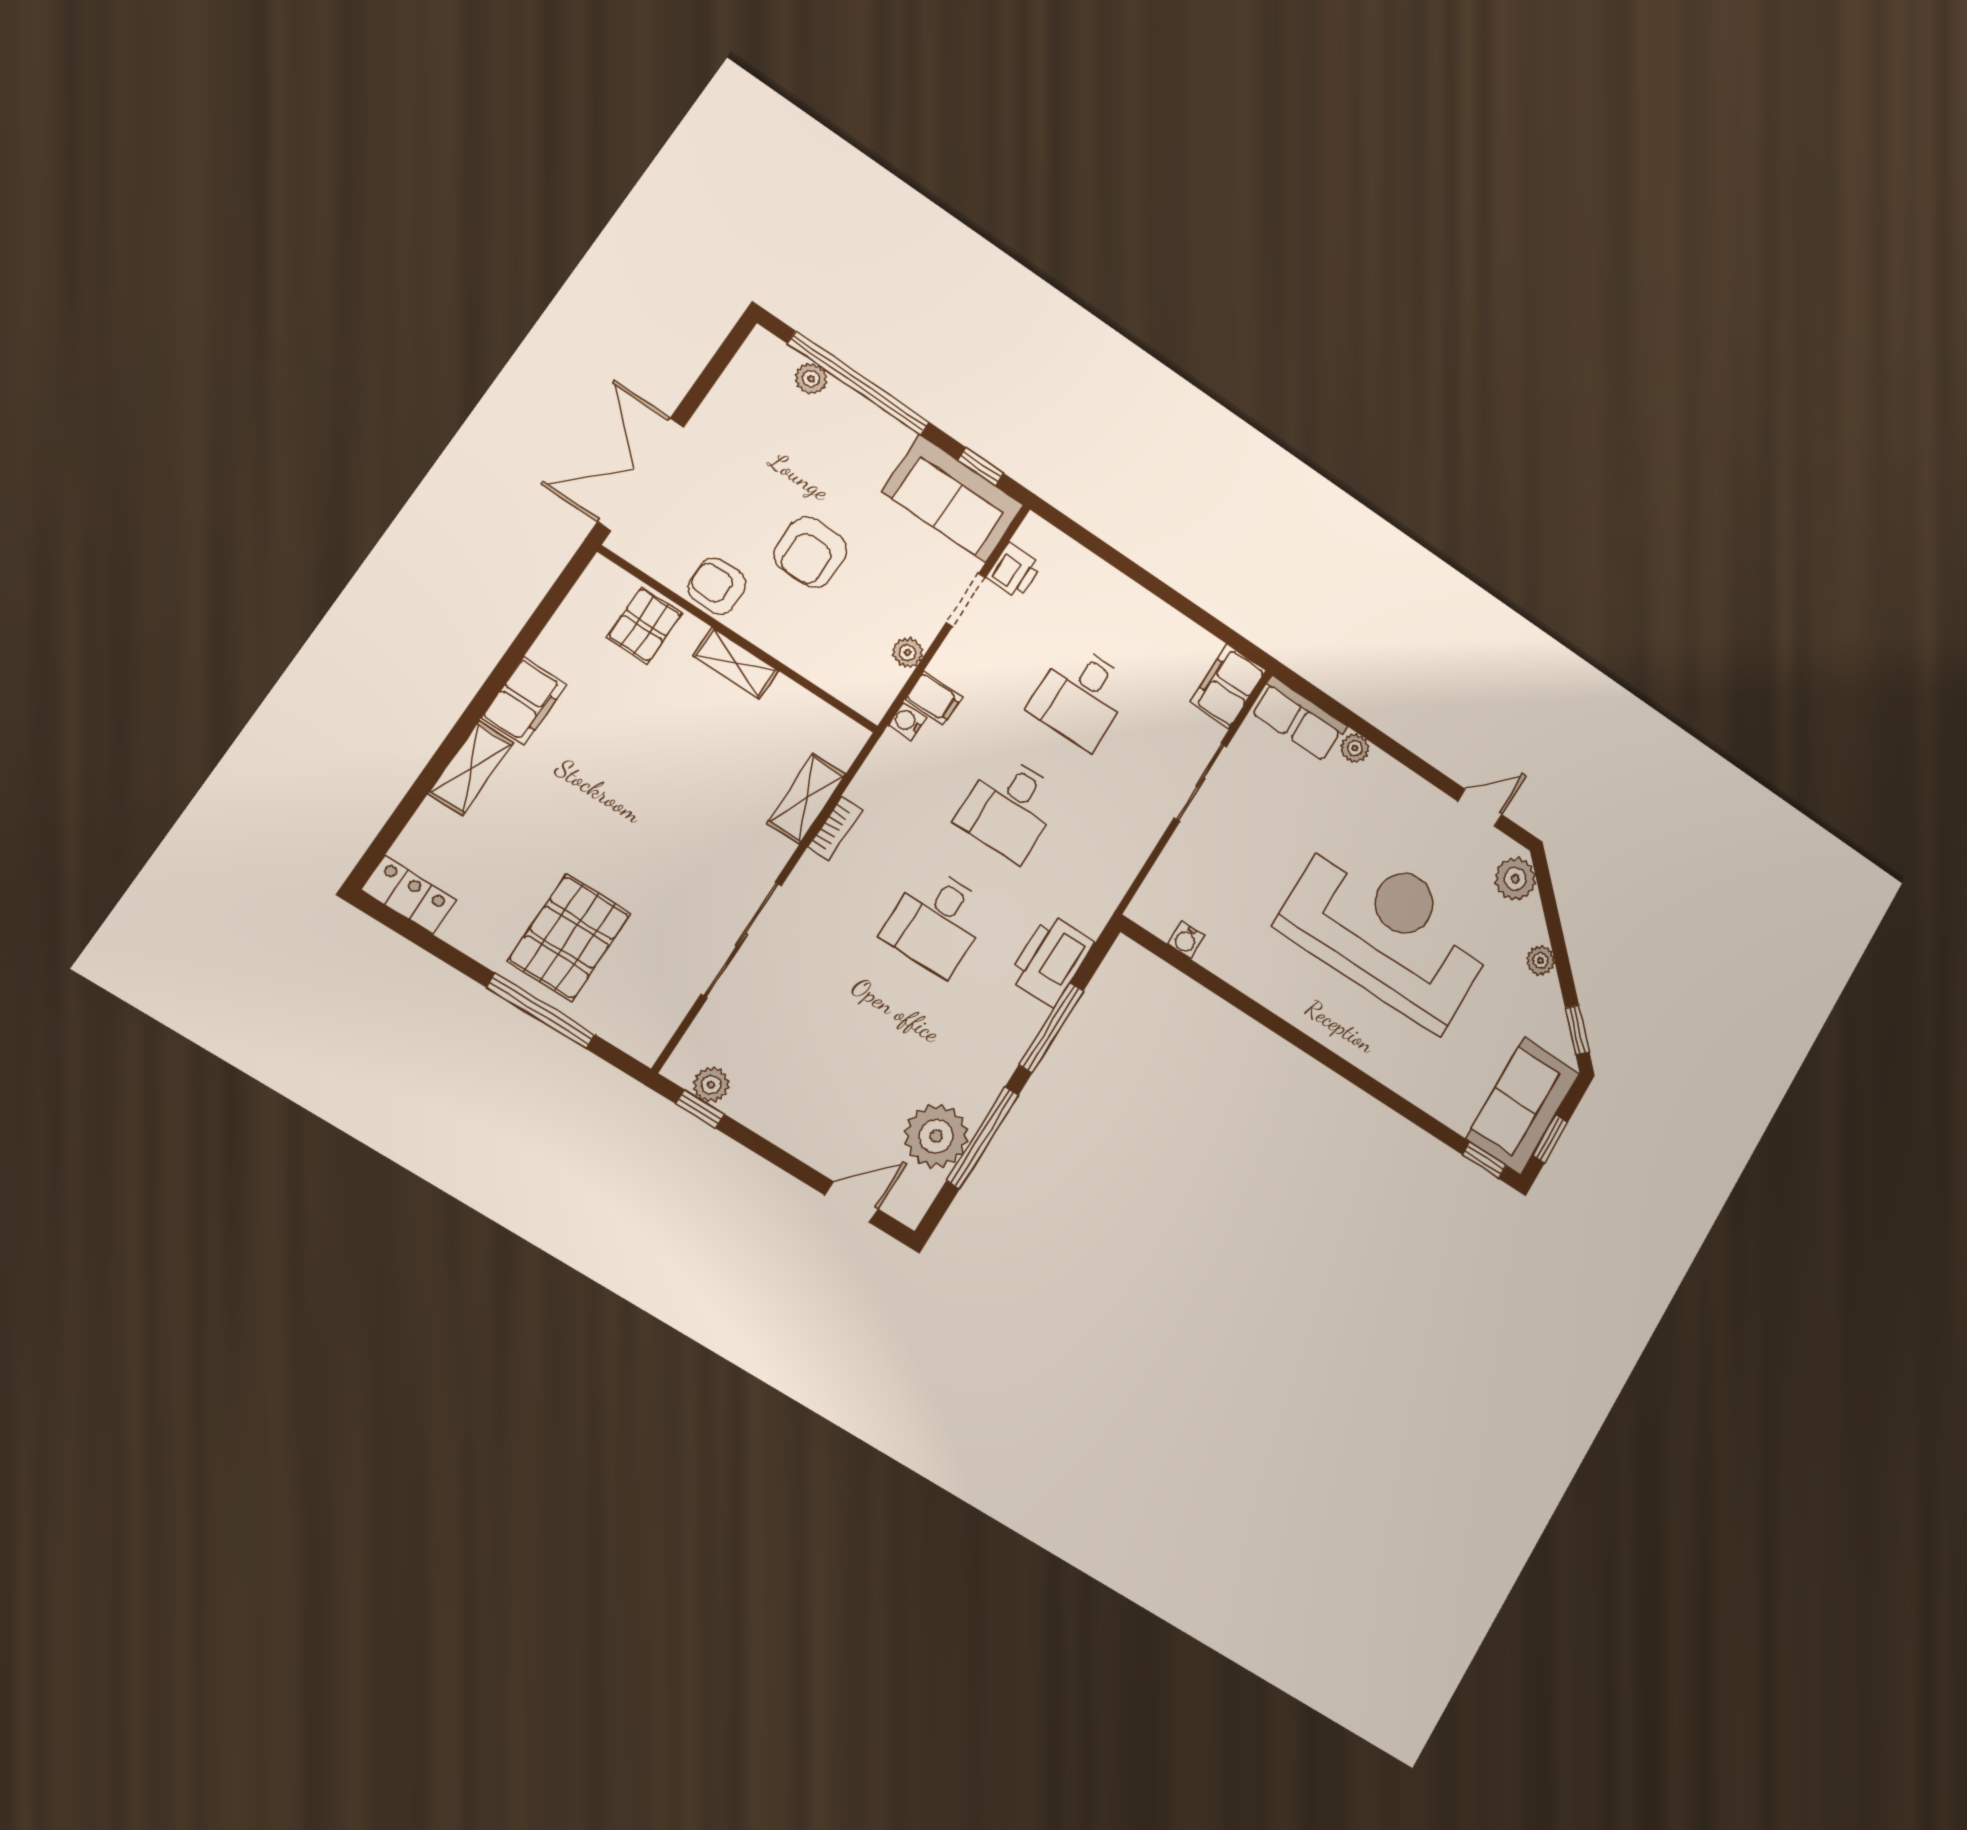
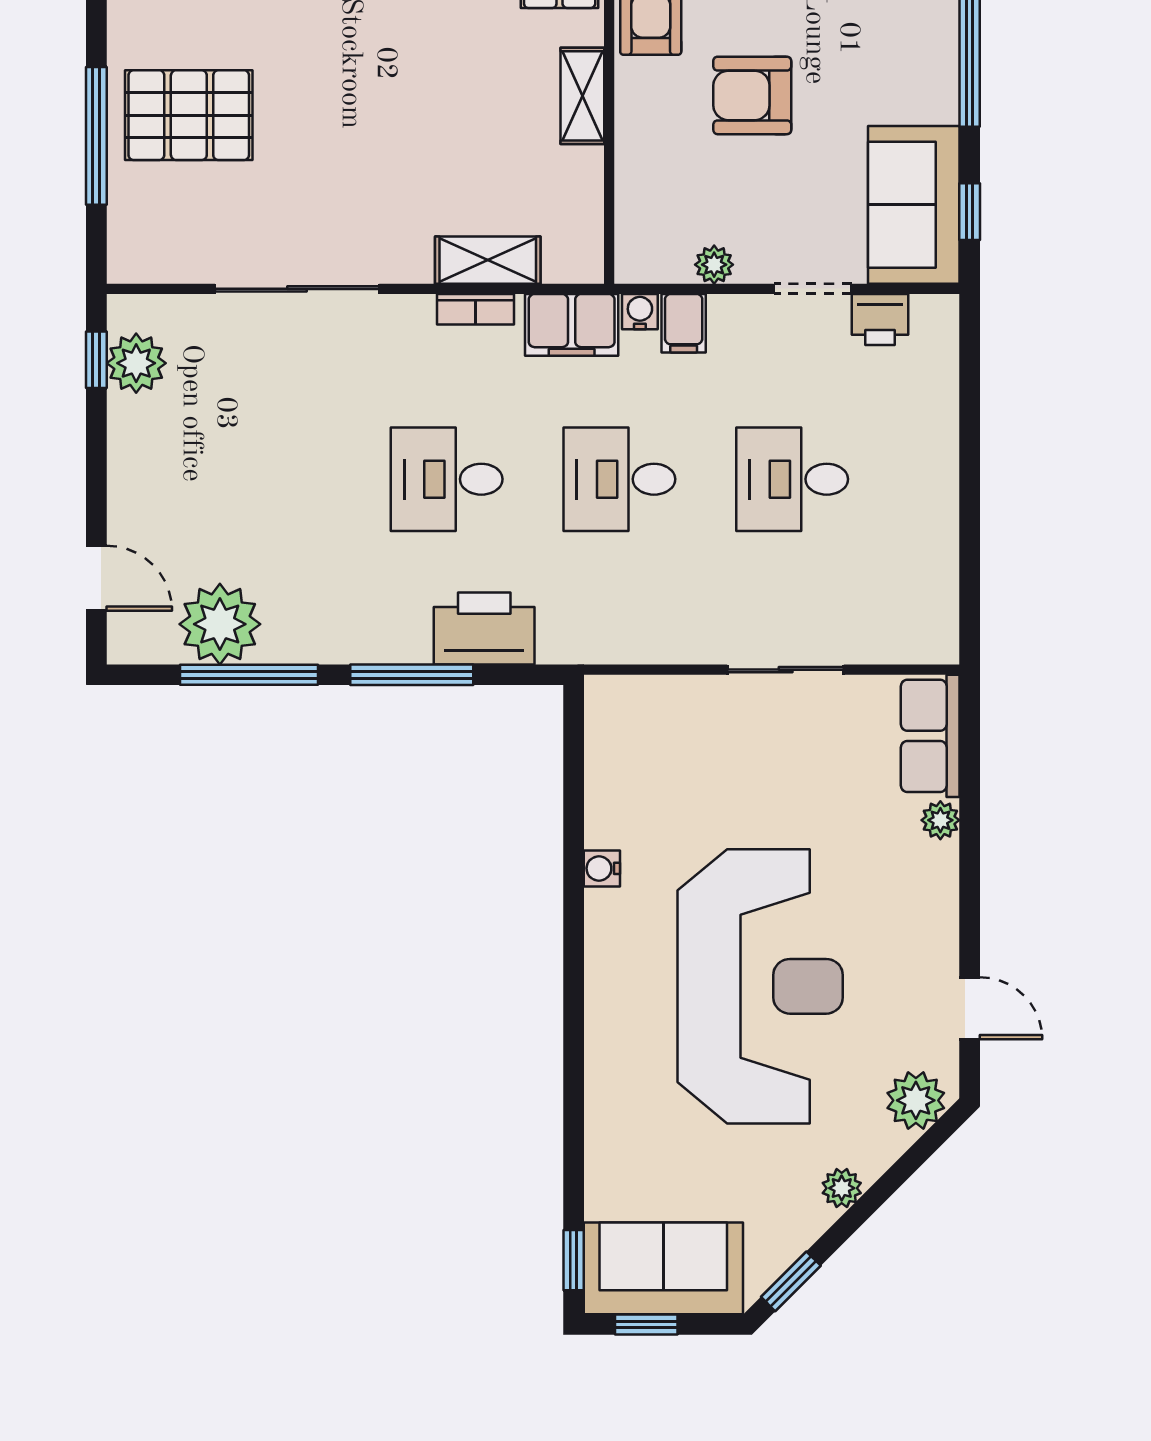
filing cabinet: (1228, 686) -> (572, 325), moved, turned 180
water cooler: (1186, 940) -> (602, 868), moved
plant: (711, 1085) -> (136, 363), width x1.38, depth x1.38

